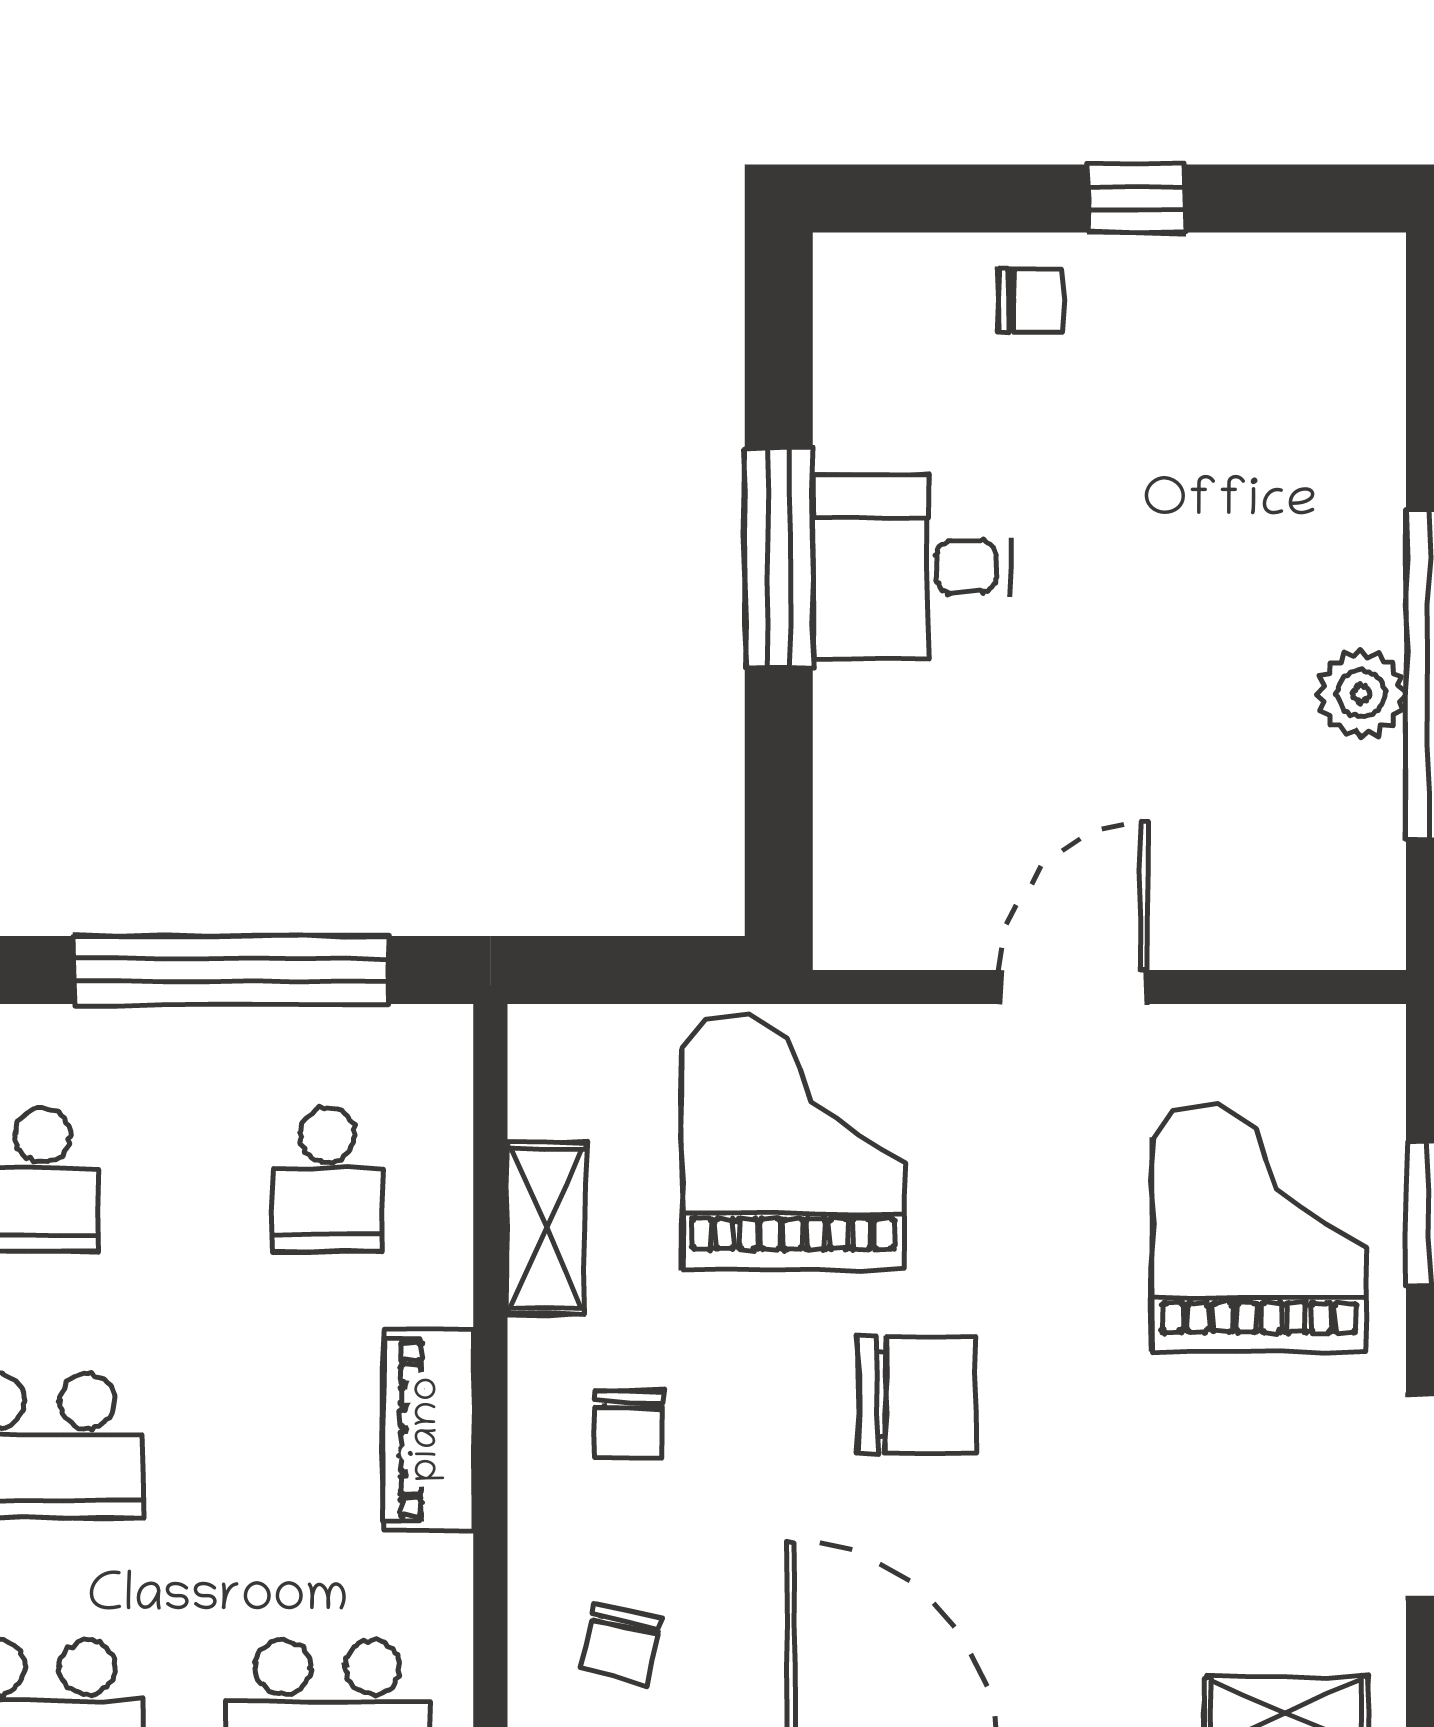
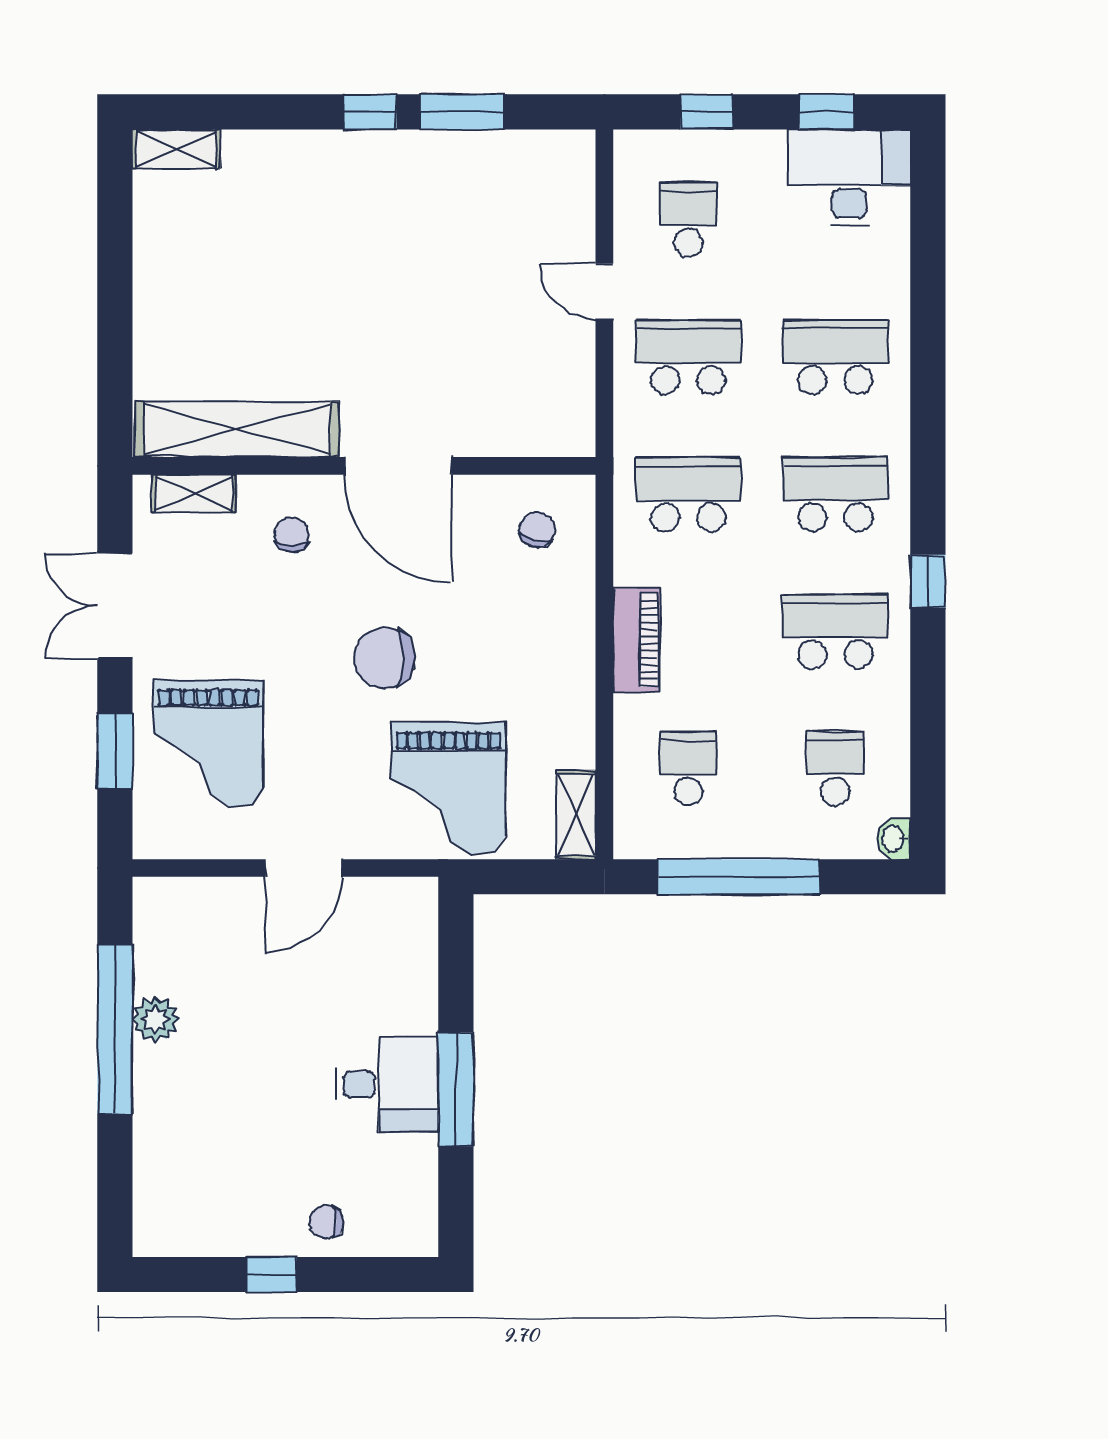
shelving: (546, 1228) -> (576, 815), moved
chair: (629, 1425) -> (292, 535), moved

